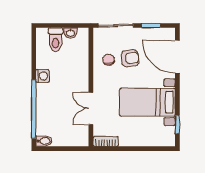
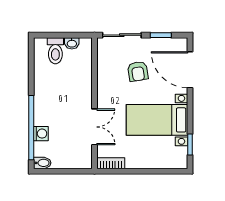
armchair: (130, 58) -> (138, 71), turned 89
chair: (109, 60) -> (114, 73), removed
washing machine: (42, 76) -> (41, 134), moved
double door: (91, 109) -> (94, 127), swing flipped

